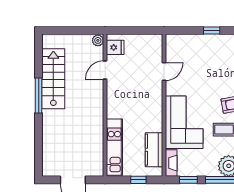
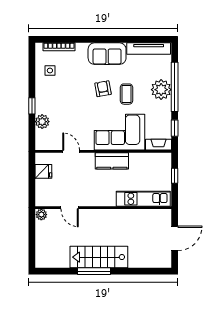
plant: (195, 41) -> (42, 122), added
fridge: (115, 47) -> (43, 171), moved, turned 90
stairs: (53, 79) -> (99, 257), moved
kitchen counter: (154, 150) -> (112, 161), moved

